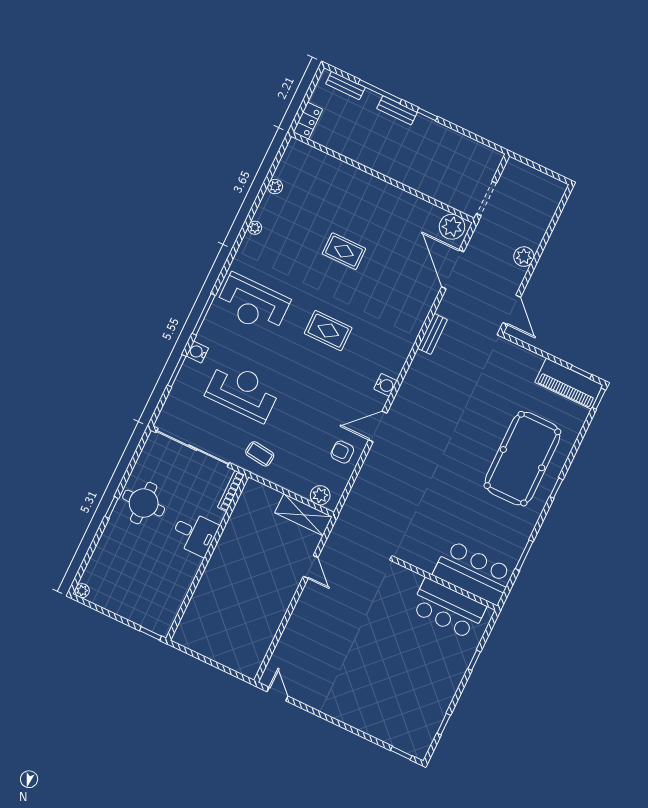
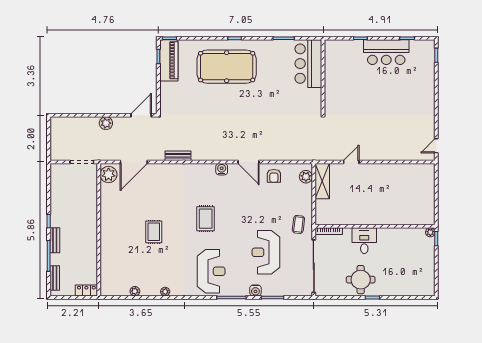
plant: (82, 591) -> (430, 232), moved
bar counter: (448, 609) -> (386, 52), moved, turned 90

